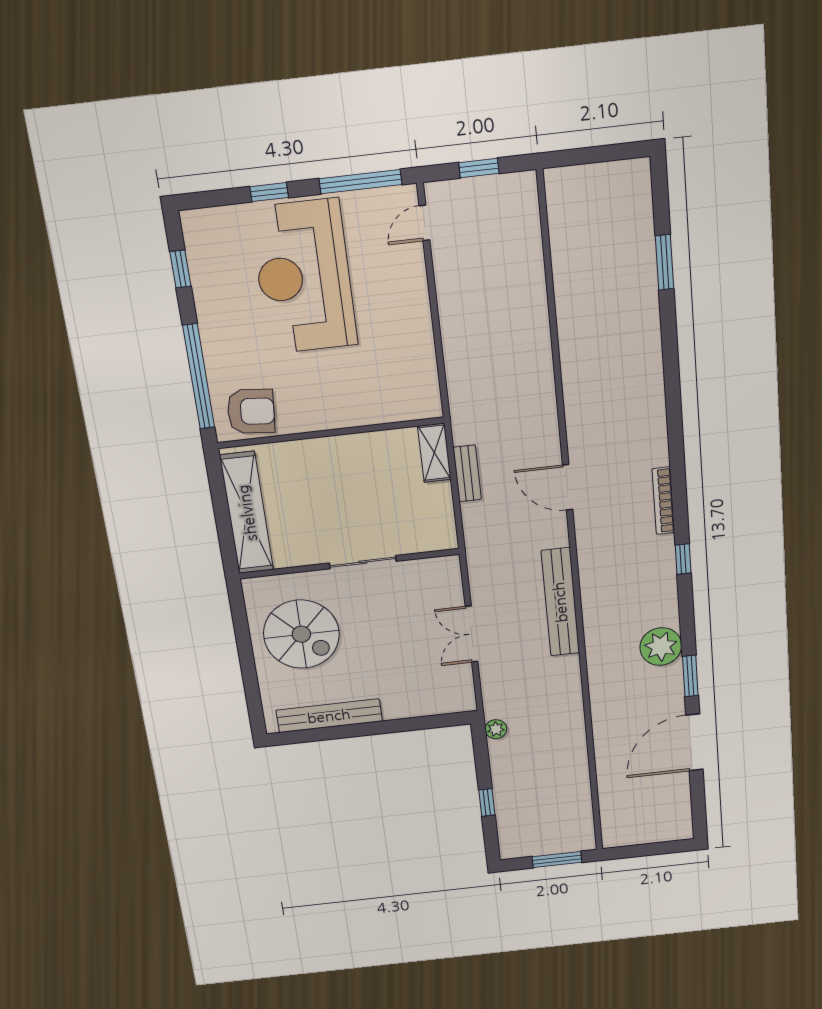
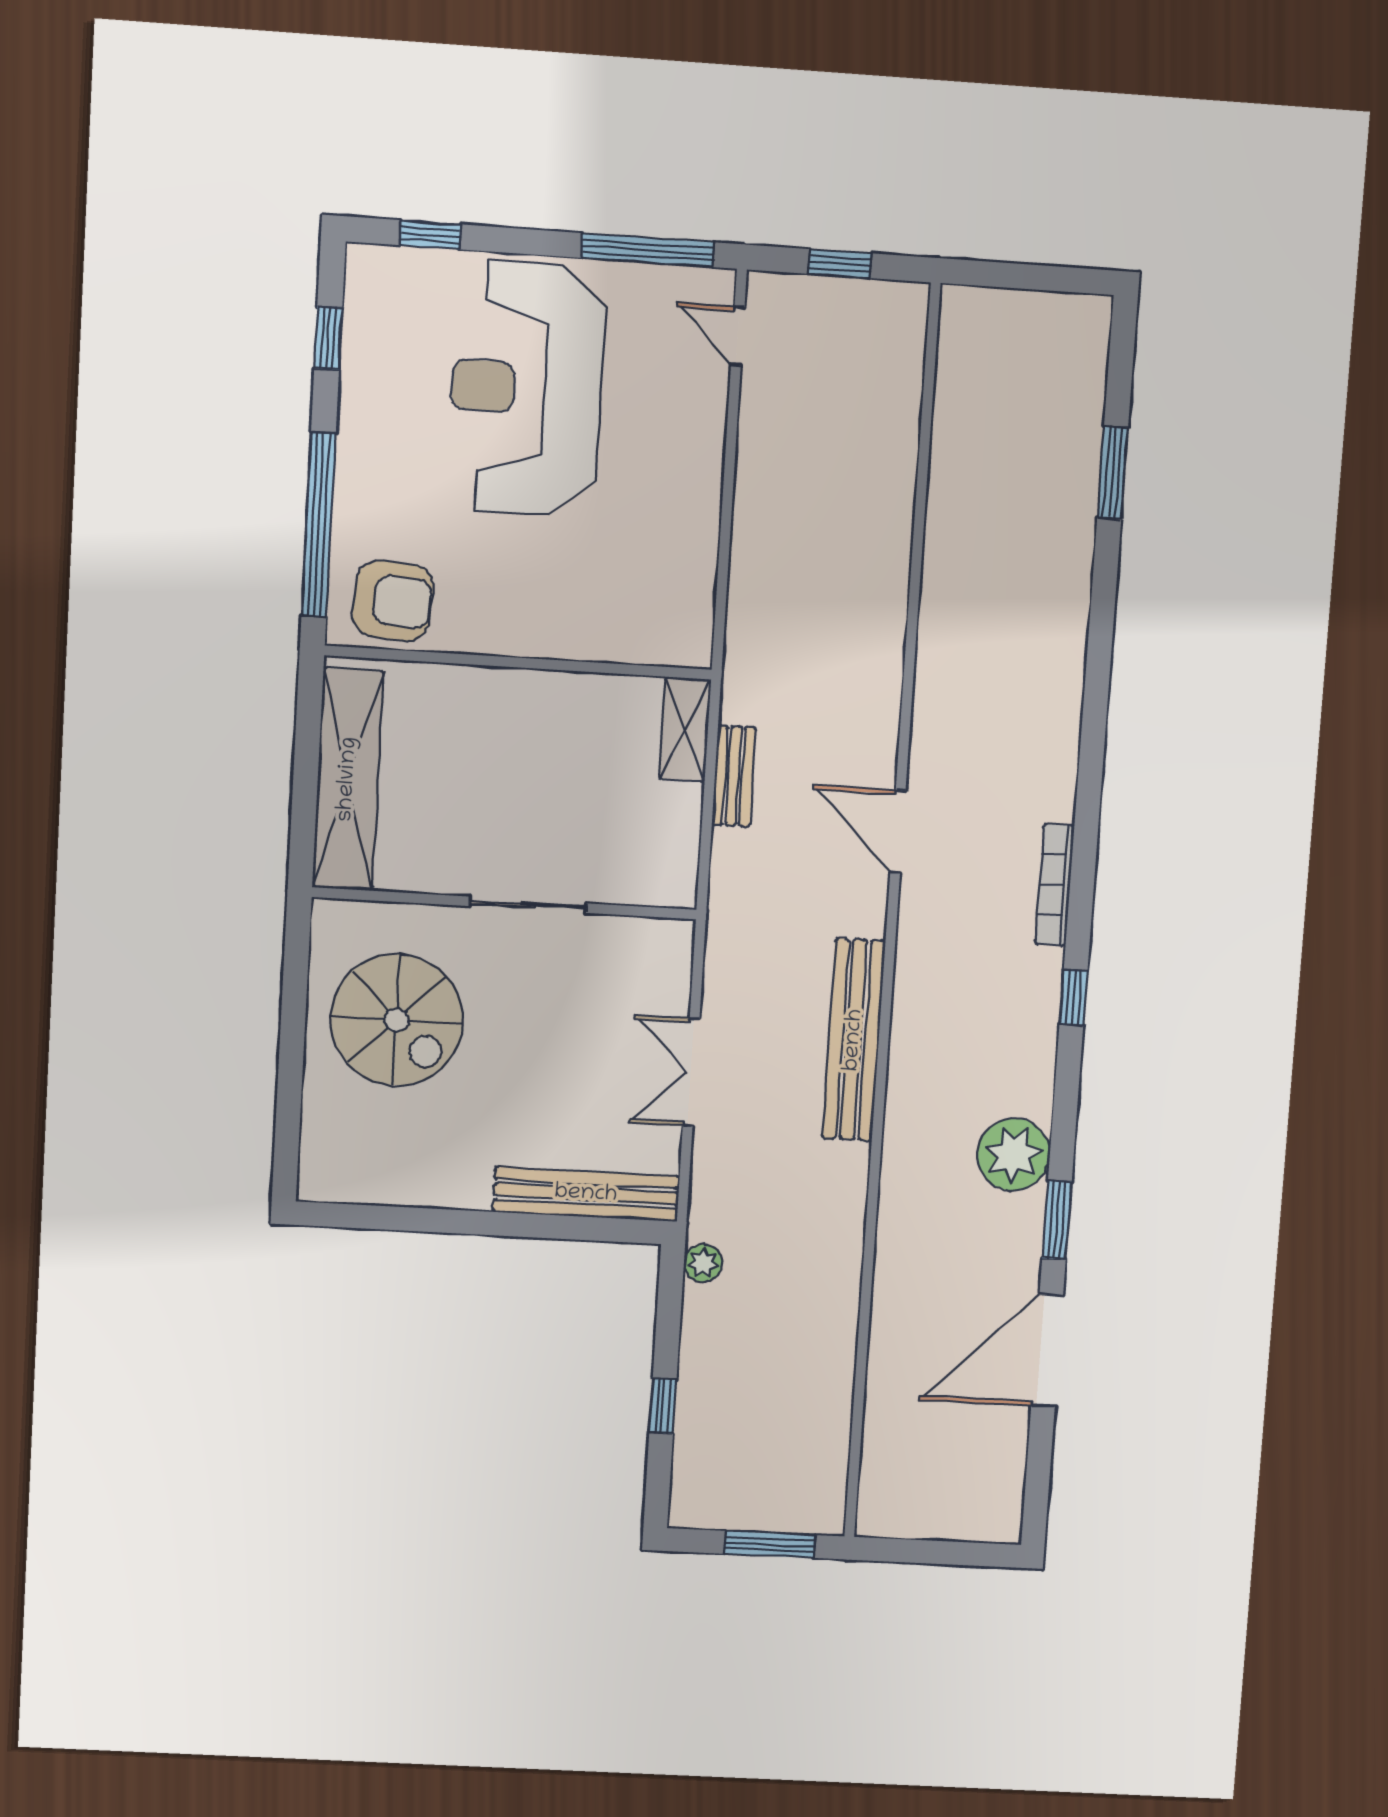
window: (269, 192) -> (430, 235), moved
door: (424, 223) -> (738, 336), hinge flipped
bench: (329, 716) -> (586, 1194), moved

